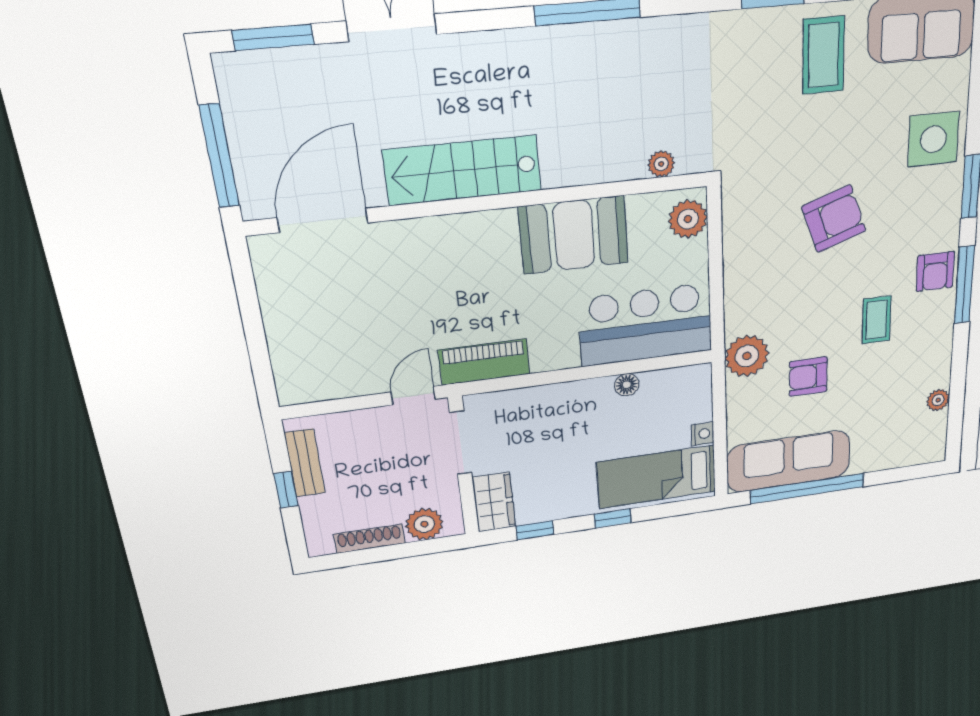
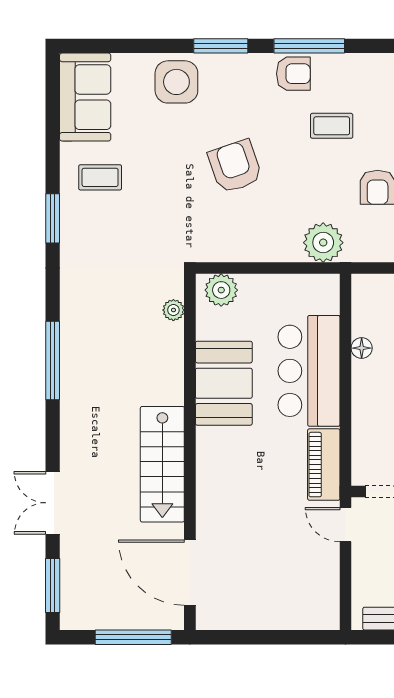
coffee table: (823, 55) -> (100, 177), width x0.73, depth x0.77
bar counter: (646, 325) -> (309, 371), moved
plant: (747, 356) -> (323, 243), moved

